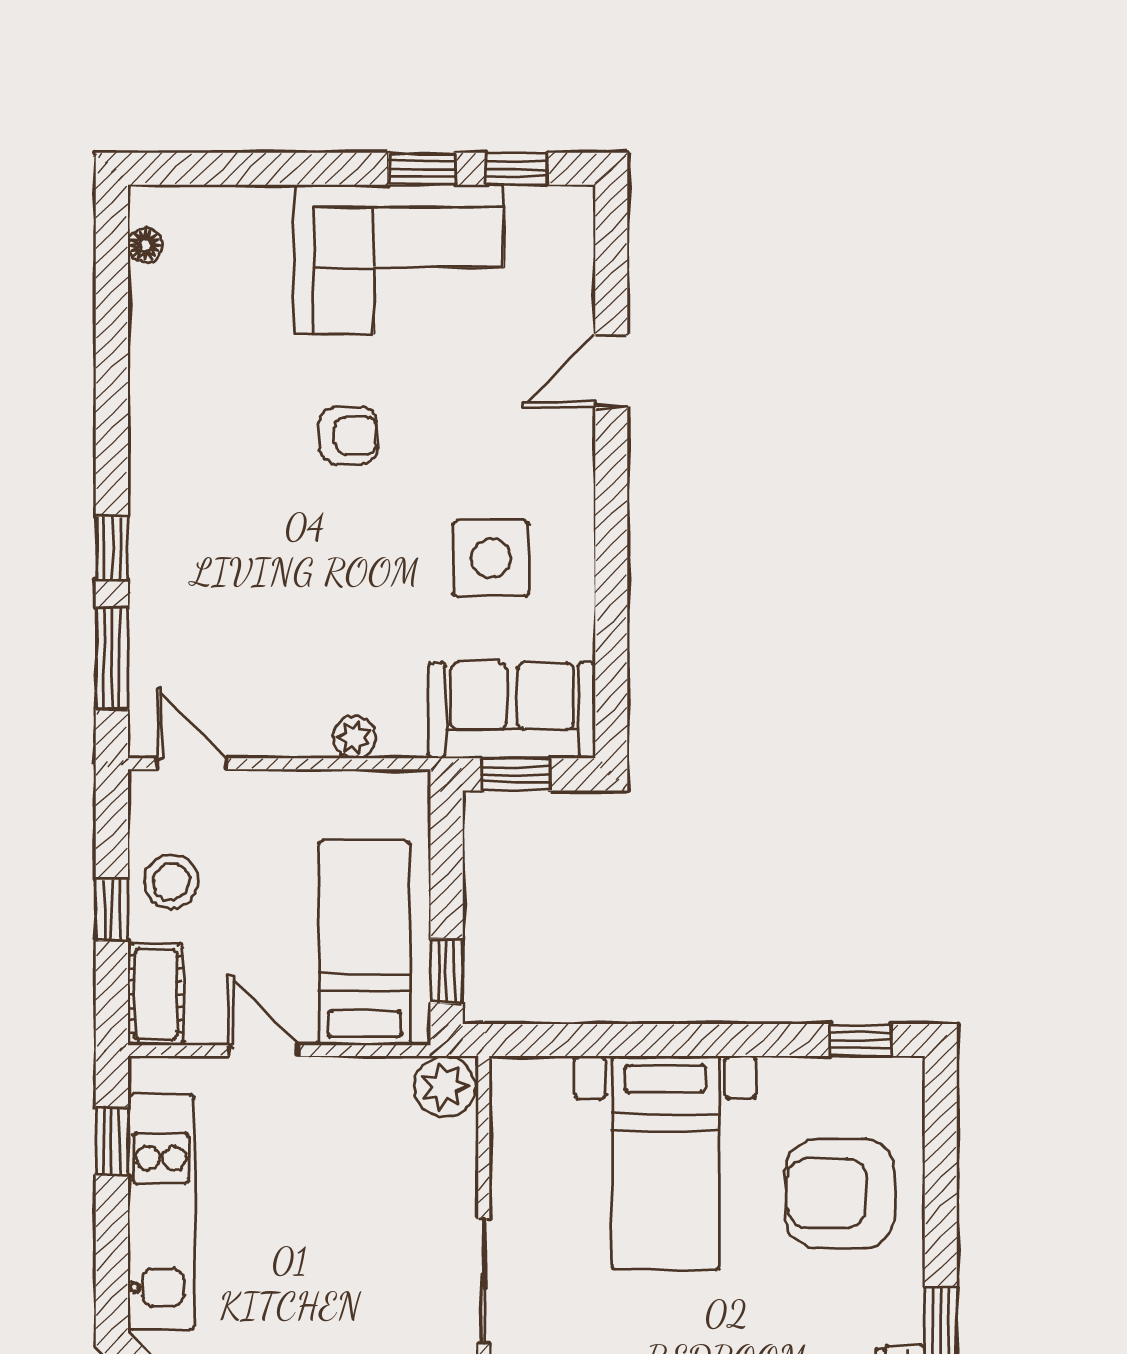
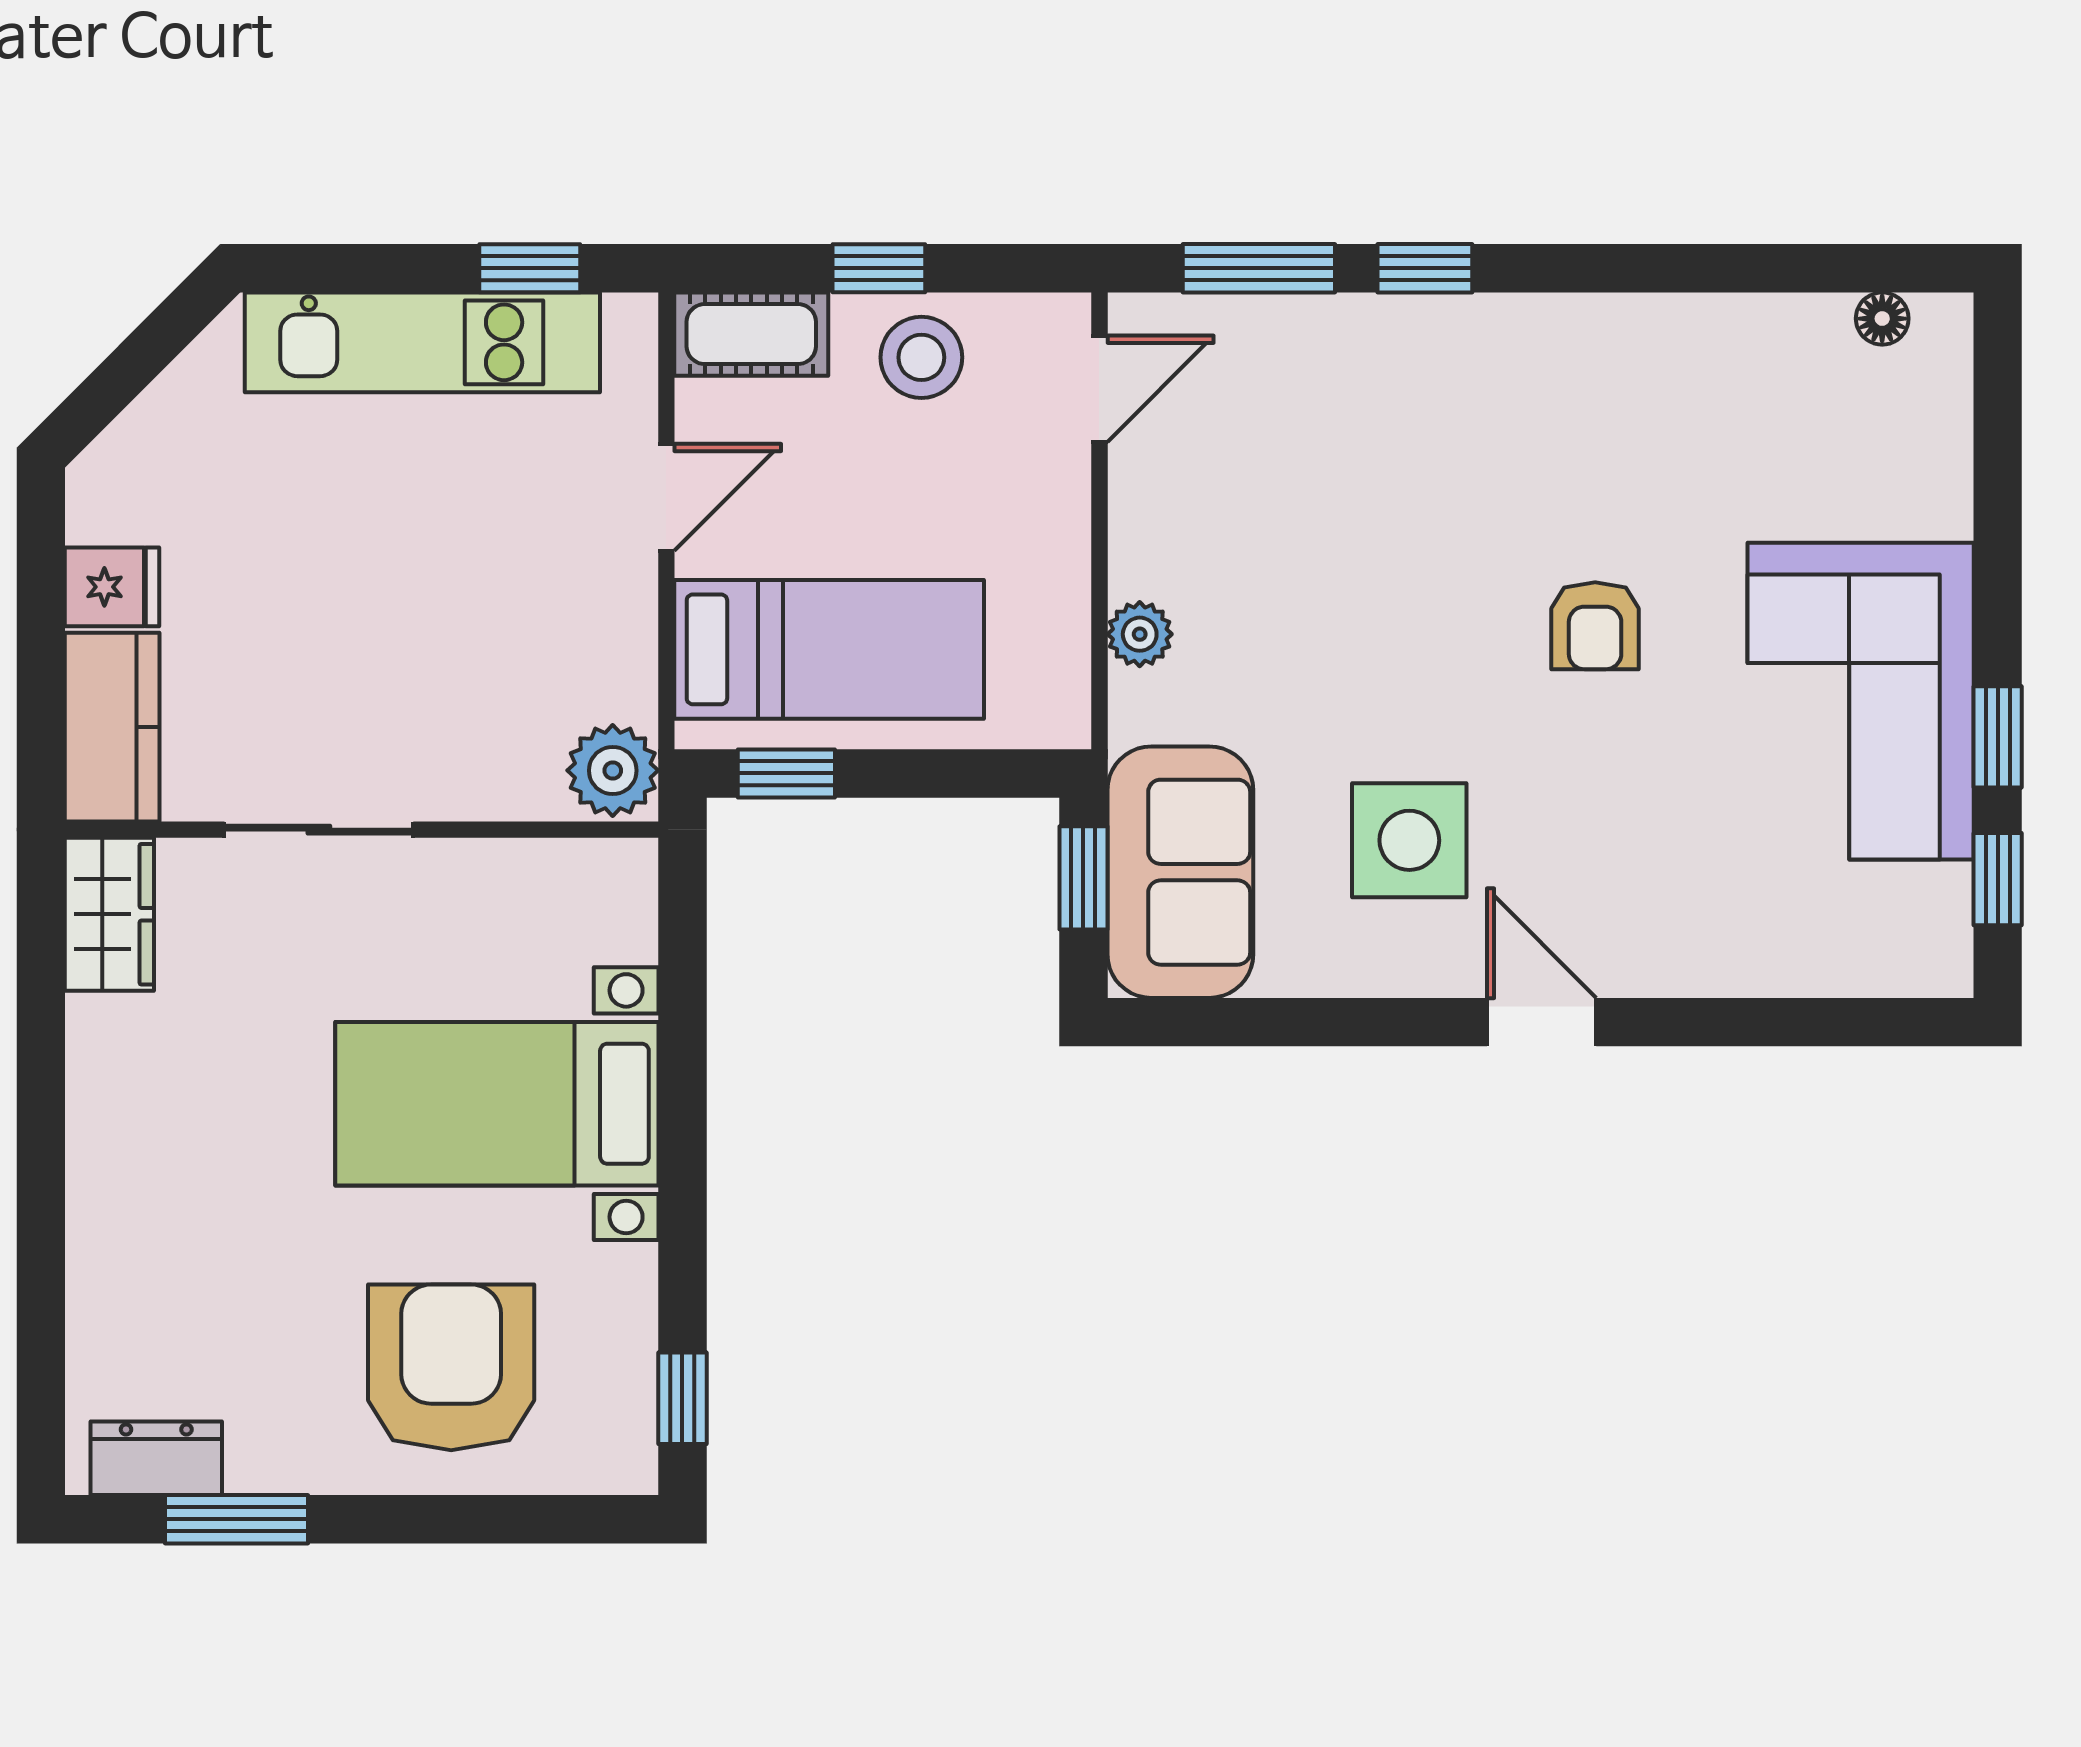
door: (611, 371) -> (1542, 1022), moved

